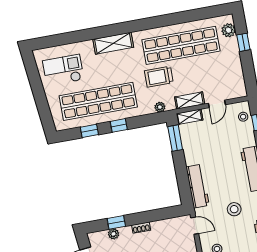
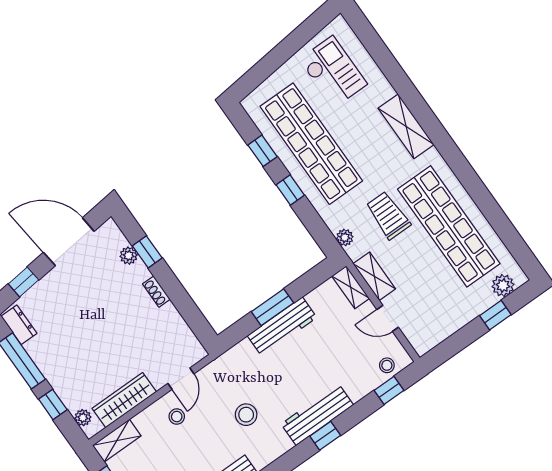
window: (175, 138) -> (272, 307), moved
workbench: (198, 186) -> (282, 327), moved
door: (195, 226) -> (181, 379), moved

